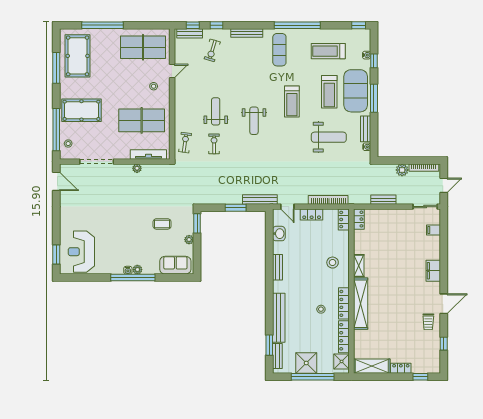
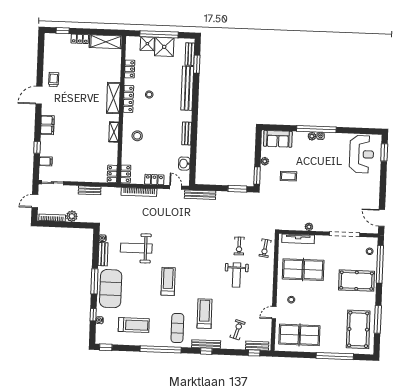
window: (216, 25) -> (206, 351), moved
treadmill: (329, 92) -> (204, 314), moved
weight bench: (254, 121) -> (203, 265), removed
window: (236, 208) -> (237, 189), moved
shelving: (361, 304) -> (113, 98), width x0.68
locker: (344, 337) -> (130, 69), width x0.66
window: (444, 344) -> (37, 147), moved
shower: (342, 361) -> (147, 44), moved

